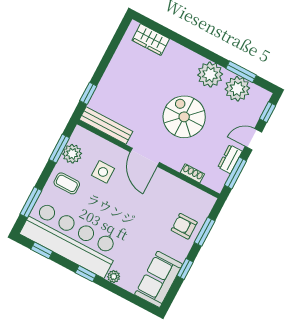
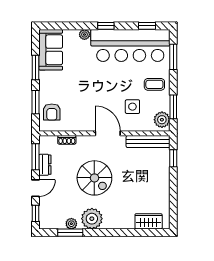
plant: (237, 89) -> (71, 224), width x0.53, depth x0.53
plant: (72, 154) -> (162, 120), moved
armchair: (184, 226) -> (52, 112), moved, turned 90
window: (185, 269) -> (35, 67), width x1.50

